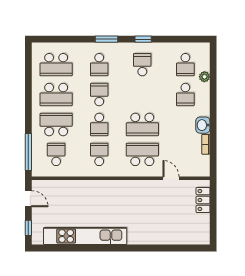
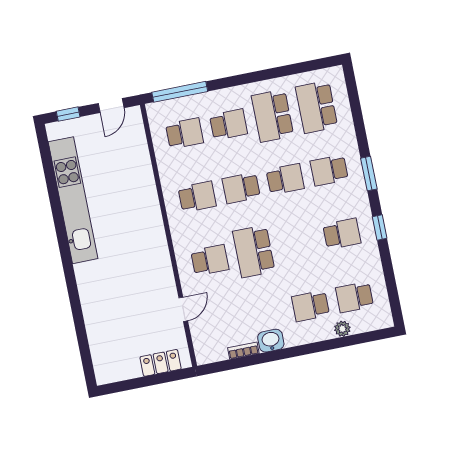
school desk: (56, 124) -> (228, 125), width x0.54
school desk: (142, 154) -> (210, 260), width x0.54

